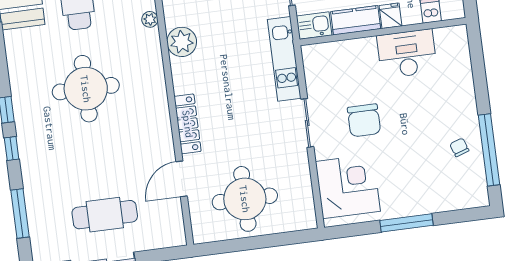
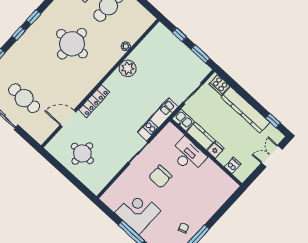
desk: (407, 54) -> (188, 155), moved
corner desk: (348, 186) -> (138, 212), moved, turned -90
round table: (245, 199) -> (82, 153), width x0.73, depth x0.73

